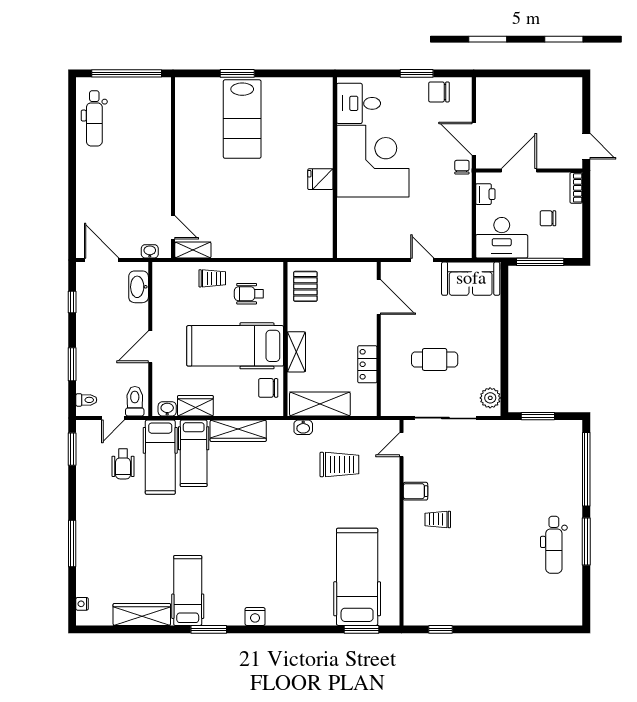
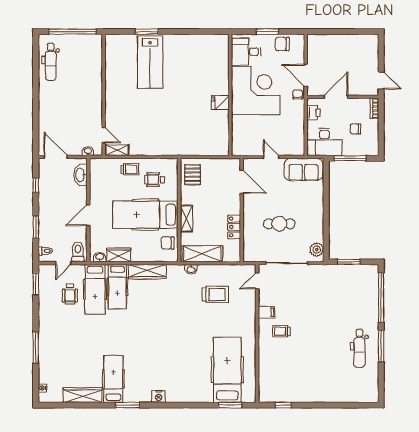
desk: (359, 103) -> (246, 52), moved
corner desk: (373, 161) -> (256, 91), moved
wall: (335, 168) -> (230, 95), moved
fridge: (320, 179) -> (220, 103), moved

